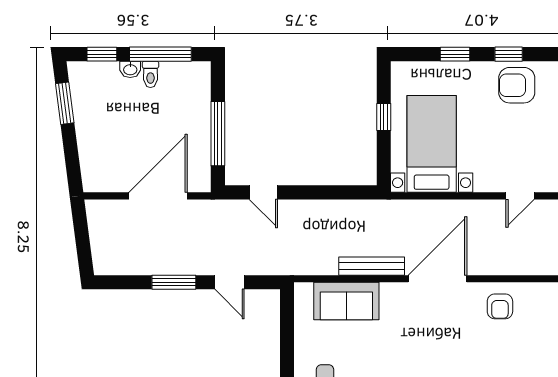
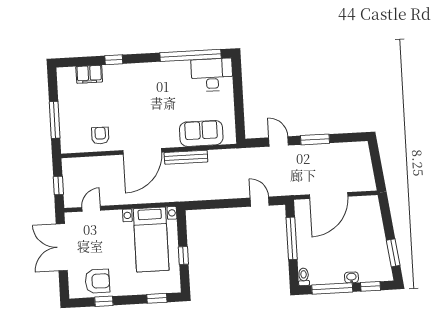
window: (455, 54) -> (157, 298), moved
toilet: (150, 74) -> (304, 277), moved

